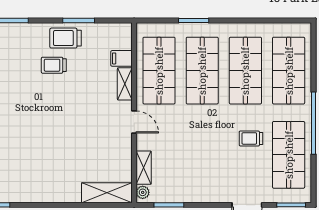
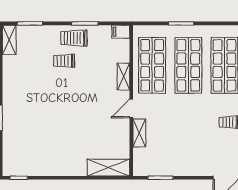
filing cabinet: (122, 58) -> (121, 32), moved
door: (134, 122) -> (131, 108), swing flipped
shelving: (144, 168) -> (139, 133), moved
plant: (143, 192) -> (138, 167), removed

